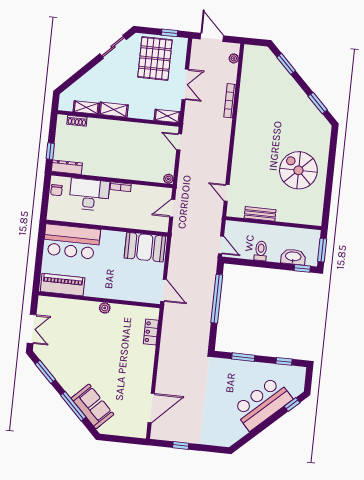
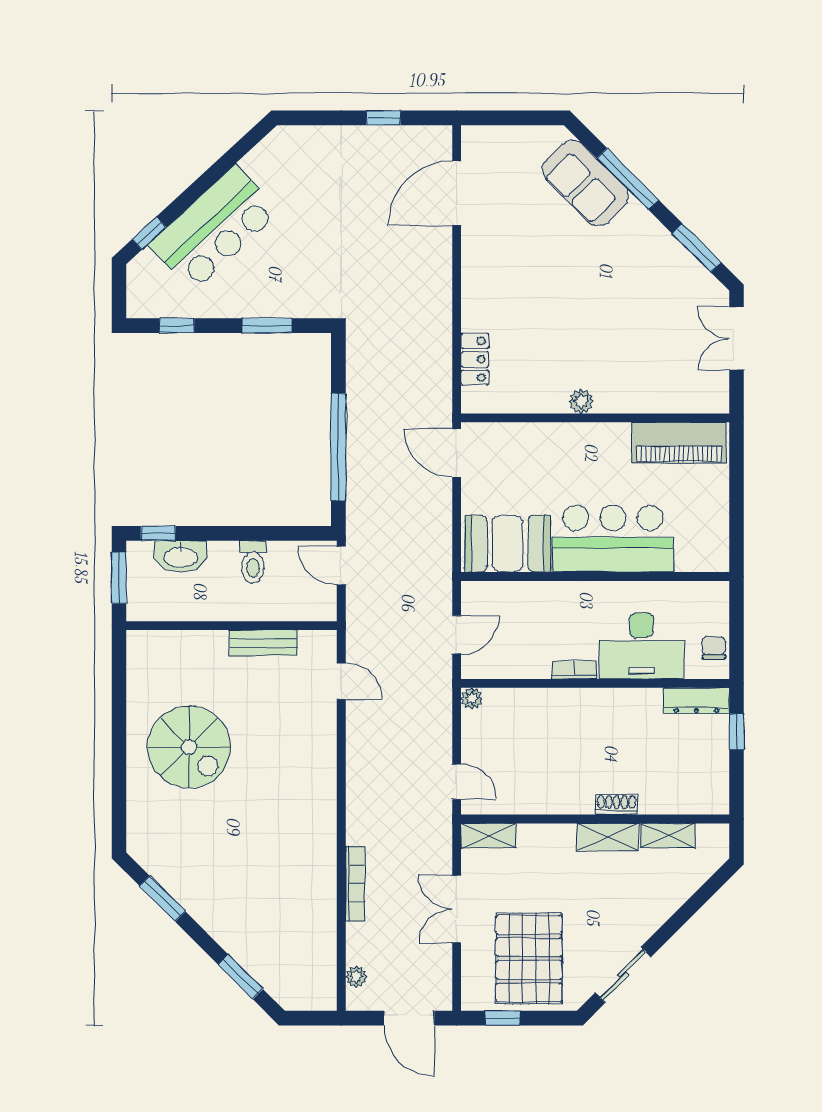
shoe rack: (77, 121) -> (617, 804), moved
bar counter: (72, 242) -> (613, 539), moved

